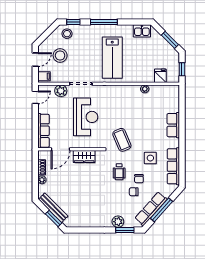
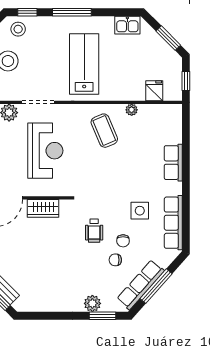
lab bench: (112, 58) -> (84, 64), turned 180
coffee table: (122, 140) -> (104, 131), moved

